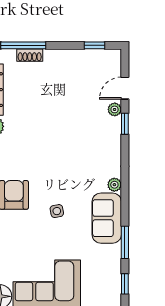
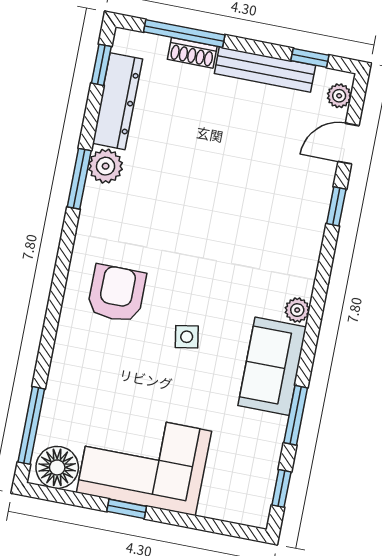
bench: (71, 57) -> (265, 70), added
plant: (115, 109) -> (339, 96), moved

